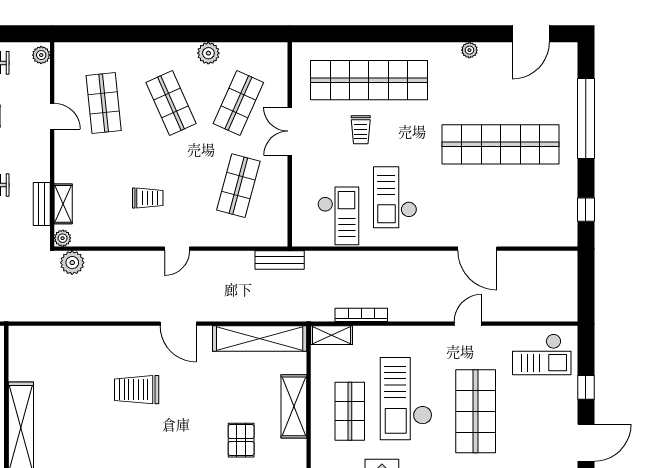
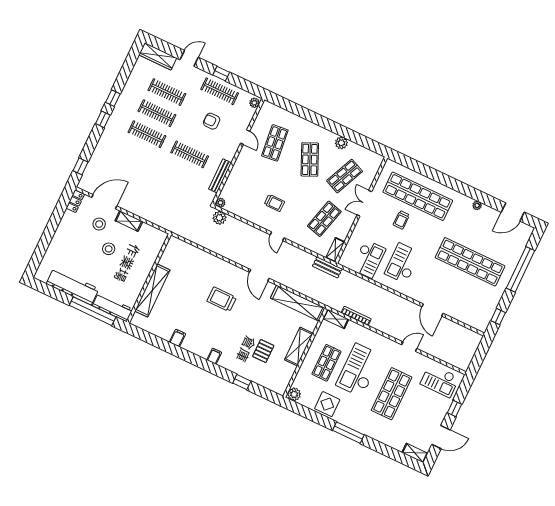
bench: (42, 204) -> (220, 176), width x1.36
shelving: (63, 204) -> (335, 250), moved
door: (177, 249) -> (277, 236), hinge flipped

